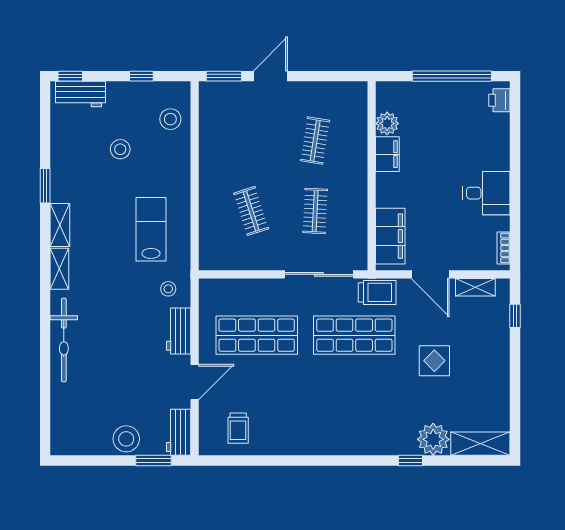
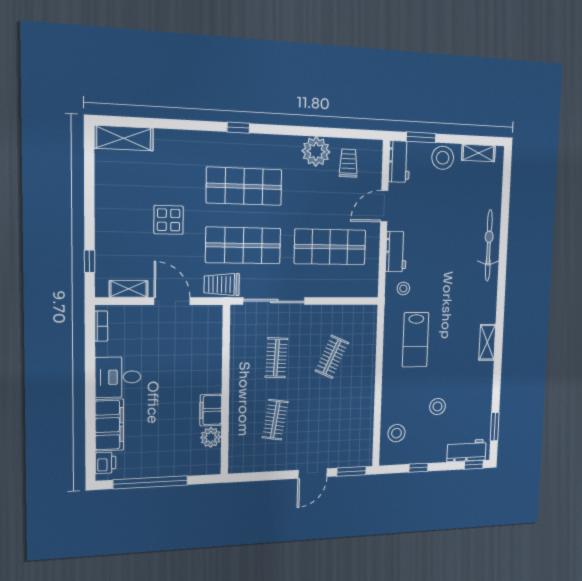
window: (45, 186) -> (495, 427), moved
clothes rail: (251, 211) -> (332, 357), turned 42
filing cabinet: (390, 236) -> (109, 425), moved, turned 180
shelving: (59, 269) -> (478, 153), moved, turned 90
shop shelf: (354, 399) -> (244, 186), added
plant: (433, 439) -> (316, 151), moved
window: (410, 461) -> (238, 128), moved

